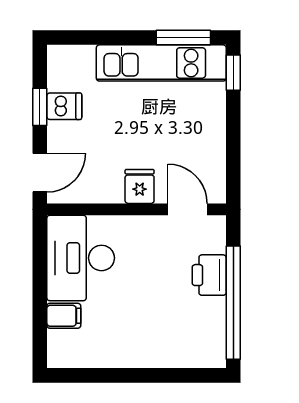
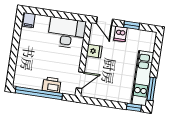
dishwasher: (64, 106) -> (120, 34), moved
fridge: (140, 186) -> (94, 51), moved
filing cabinet: (64, 316) -> (29, 20), moved

